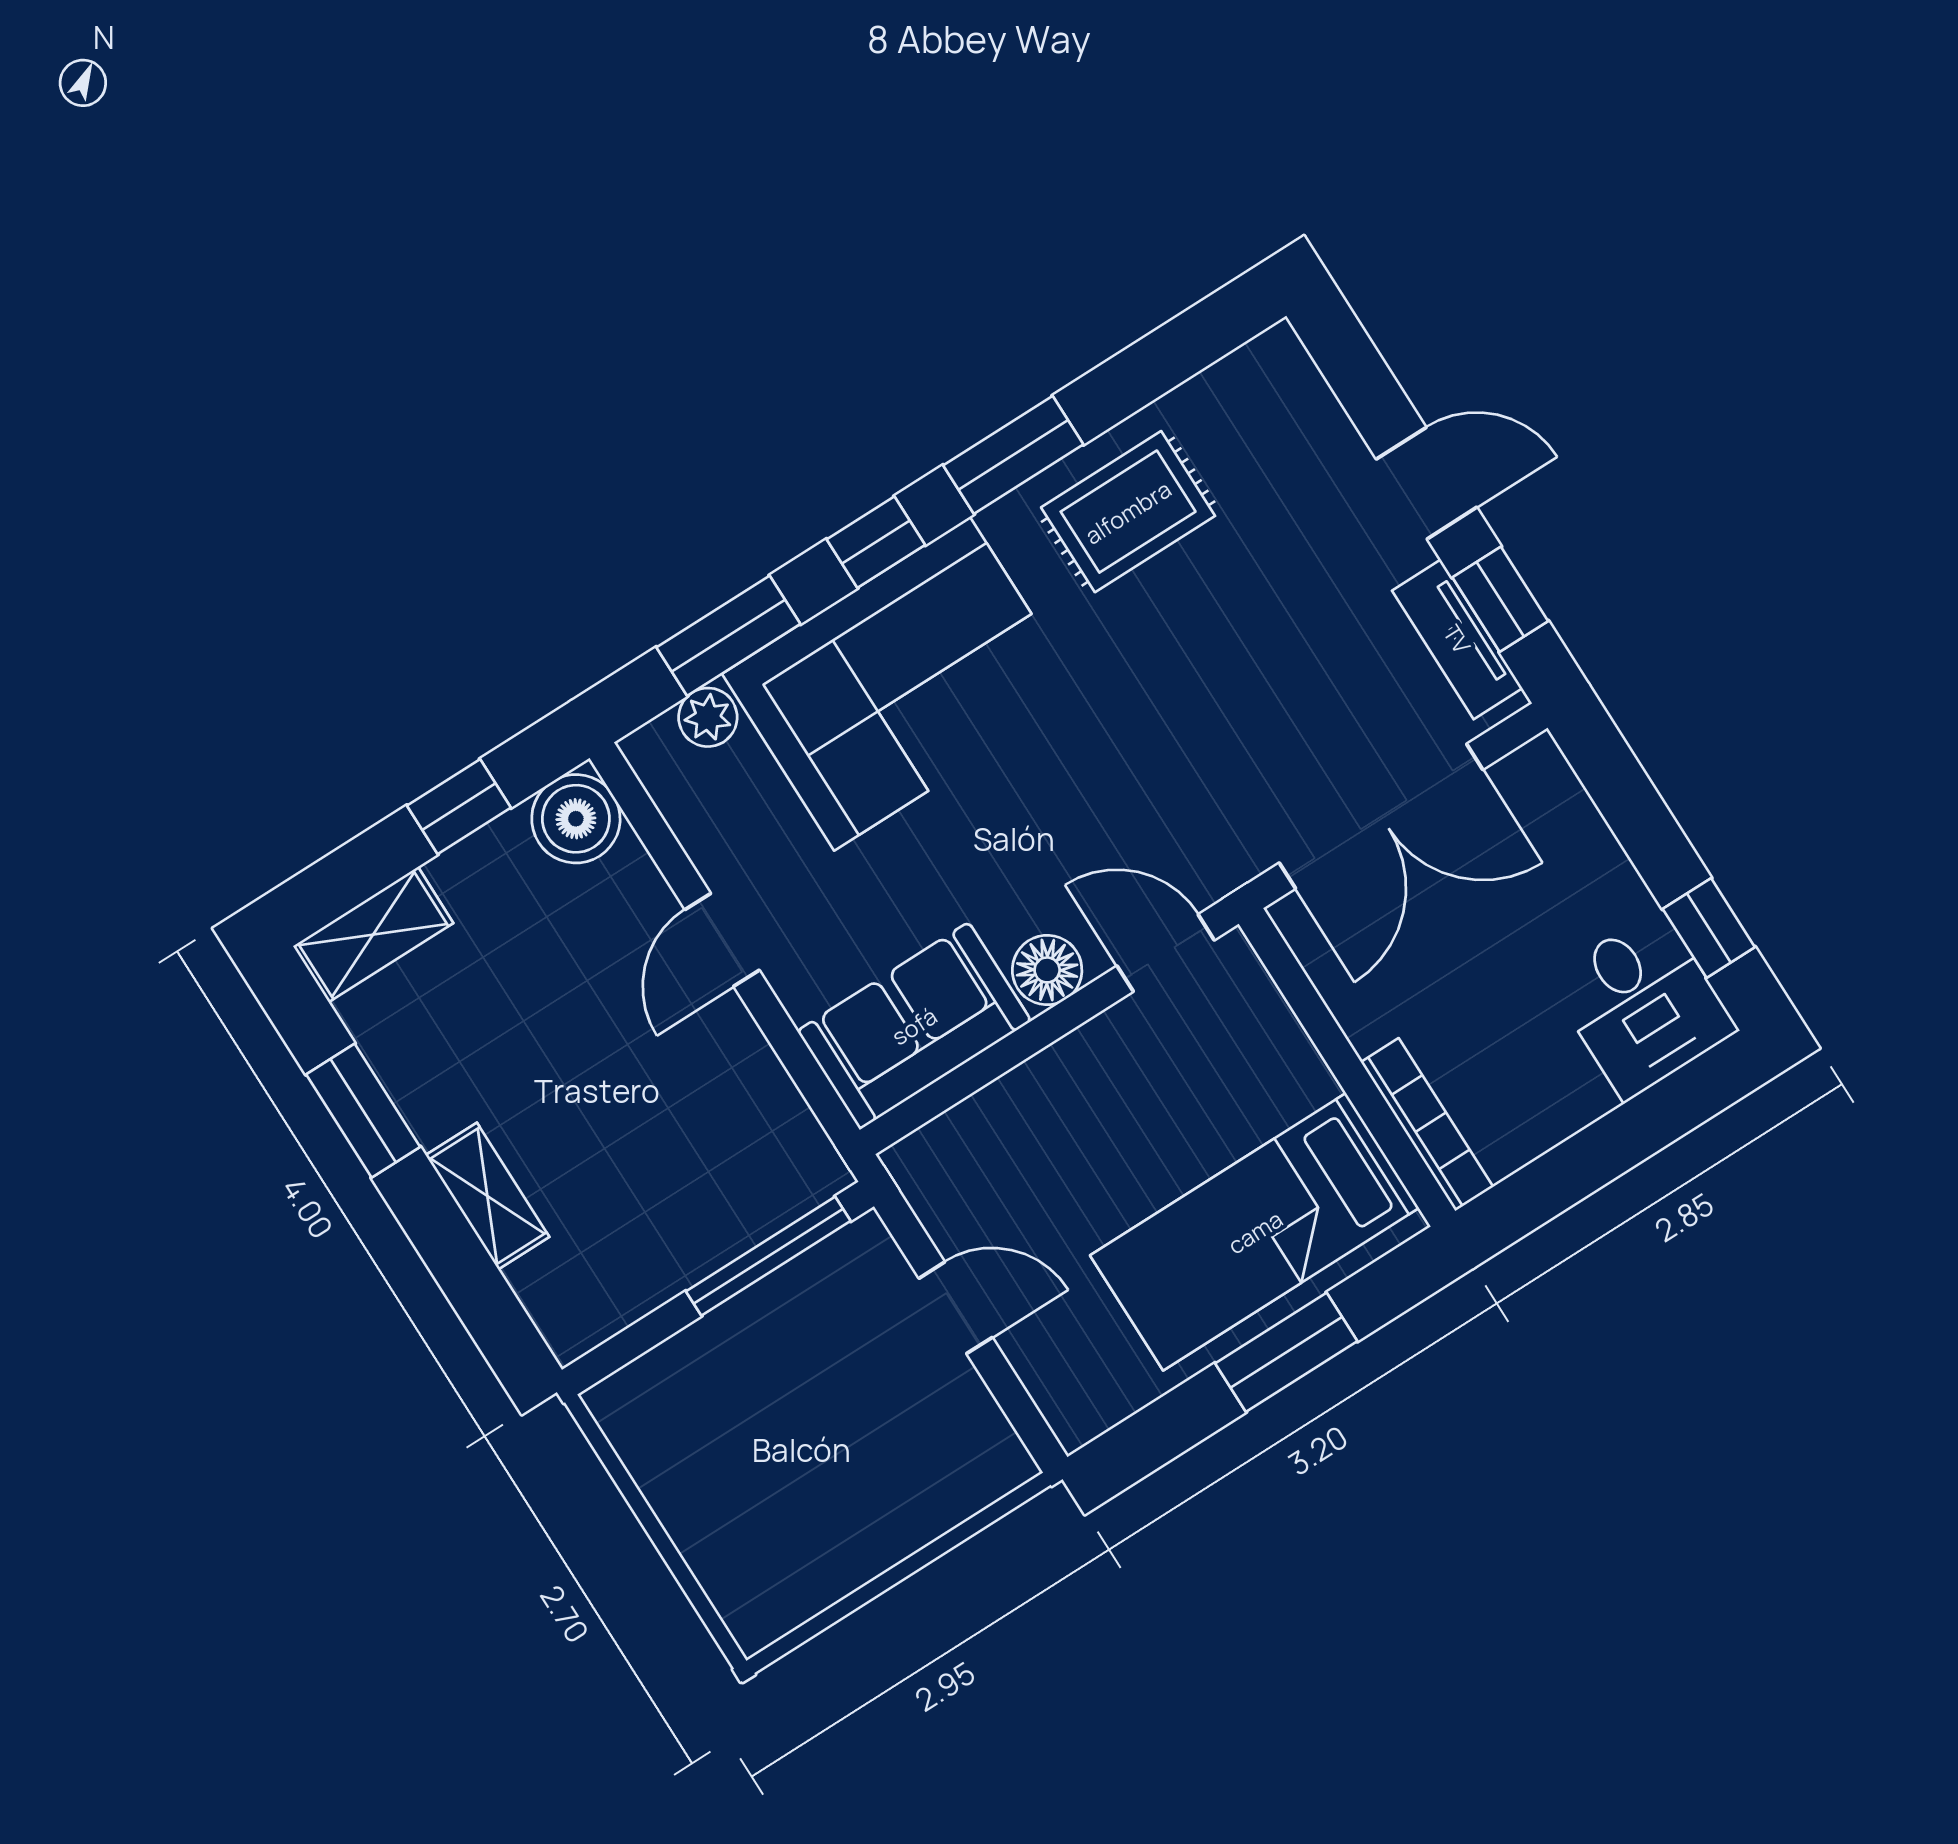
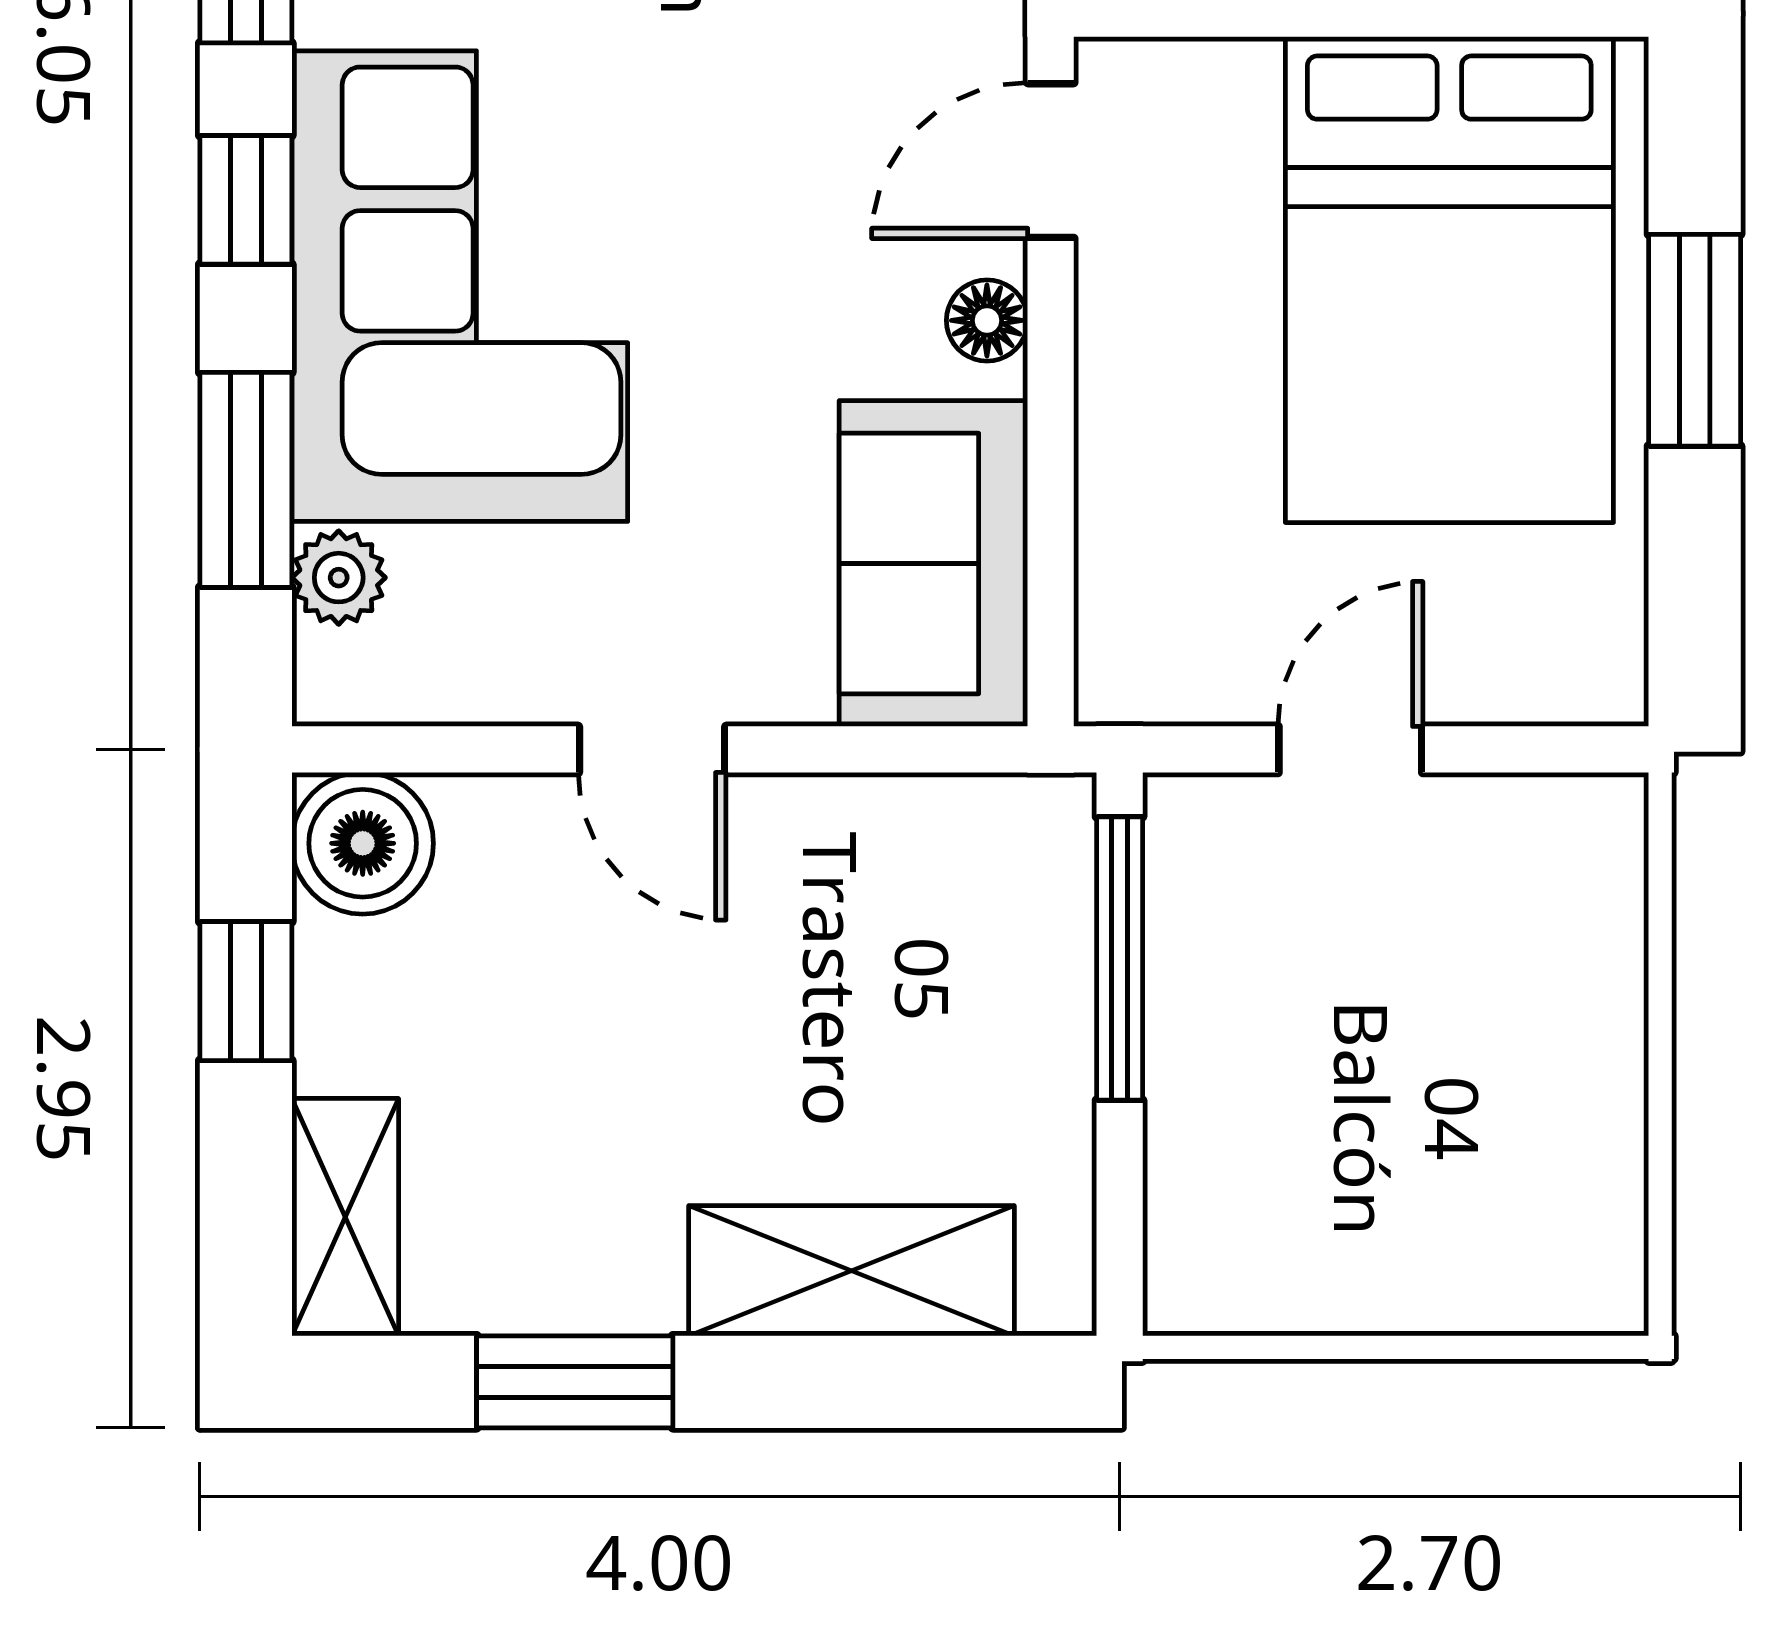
floor lamp: (1047, 970) -> (987, 320), width x0.73, depth x0.73
shelving: (487, 1196) -> (851, 1271), width x1.50, depth x1.33
bed: (1255, 1232) -> (1449, 280), width x1.50

